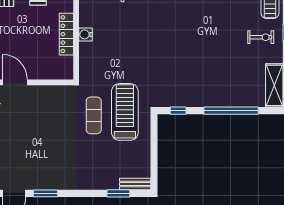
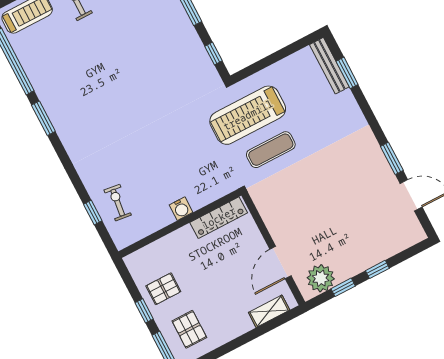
locker: (66, 34) -> (219, 218), moved
bench: (135, 184) -> (329, 66), width x1.36

